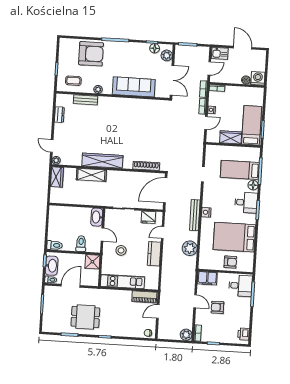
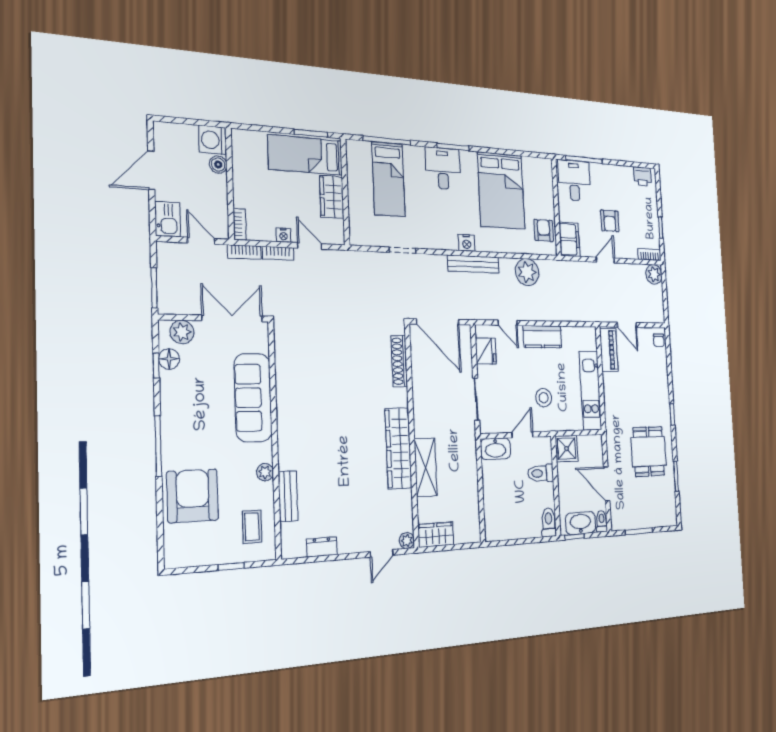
floor lamp: (253, 185) -> (412, 155), removed
armchair: (230, 262) -> (544, 230), moved

